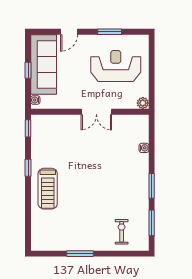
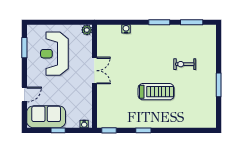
door: (69, 32) -> (24, 94), hinge flipped
window: (110, 32) -> (24, 48), moved
sofa: (44, 64) -> (46, 117), width x0.73
treadmill: (48, 189) -> (156, 92), moved
exercise bike: (122, 232) -> (185, 64), moved

